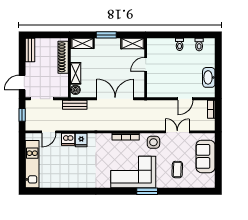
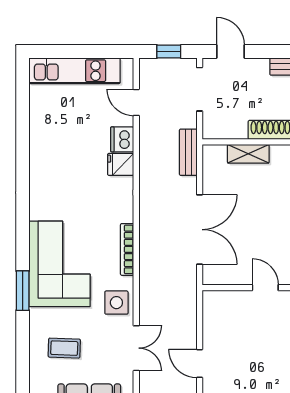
boiler: (75, 90) -> (217, 153), removed

